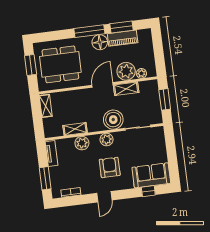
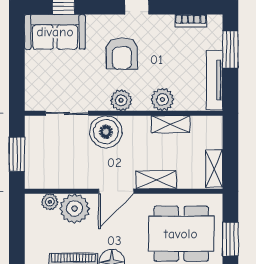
shelving: (126, 89) -> (156, 180), moved
tv unit: (52, 153) -> (215, 80), width x1.41

